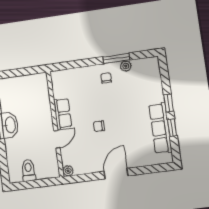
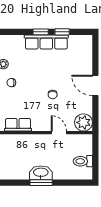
row of seats: (63, 113) -> (18, 125), moved
row of seats: (160, 128) -> (46, 42), moved
plant: (68, 171) -> (83, 122), width x1.88, depth x1.88

